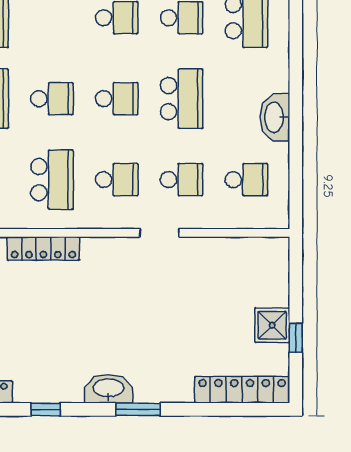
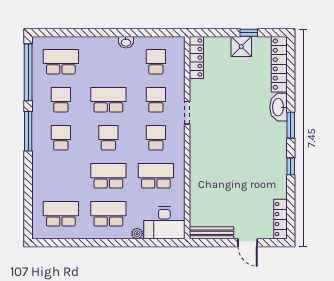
school desk: (52, 99) -> (108, 176), width x1.85
washbasin: (275, 117) -> (126, 42), width x0.52, depth x0.69
locker: (43, 249) -> (196, 58), moved
washbasin: (108, 389) -> (279, 107), moved
window: (46, 409) -> (291, 166), moved

